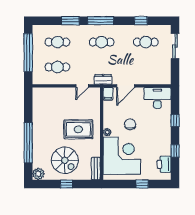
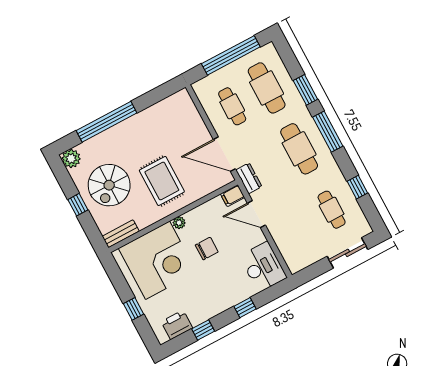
cafe table: (57, 42) -> (267, 88), width x1.37, depth x1.35
cafe table: (102, 42) -> (299, 149), width x1.37, depth x1.35
door: (82, 86) -> (224, 154), width x1.87

